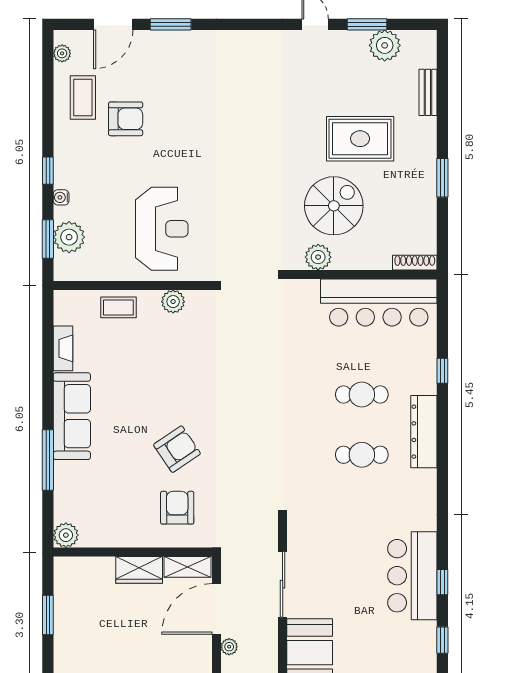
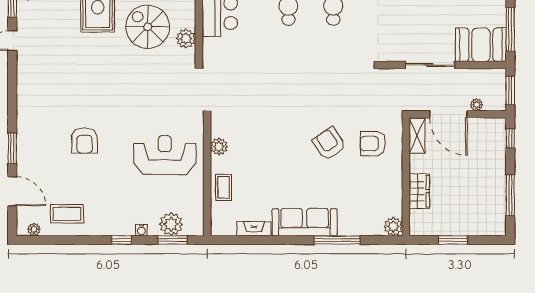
armchair: (126, 119) -> (85, 141), moved, turned 180
wardrobe: (139, 570) -> (419, 191), moved

